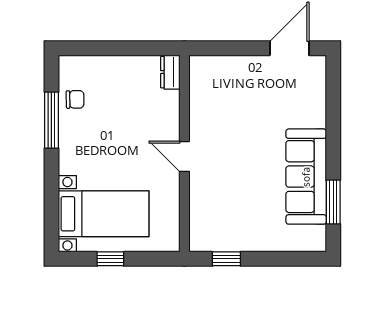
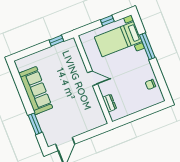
dresser: (170, 72) -> (109, 103), moved
window: (51, 120) -> (147, 46), moved
window: (333, 202) -> (35, 124), moved

